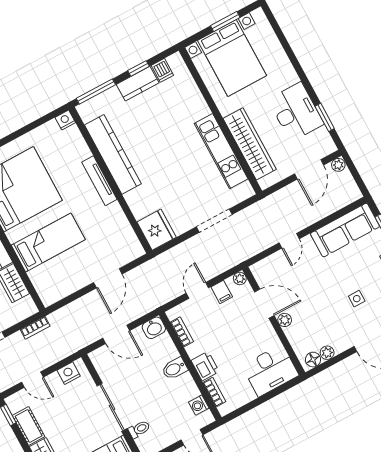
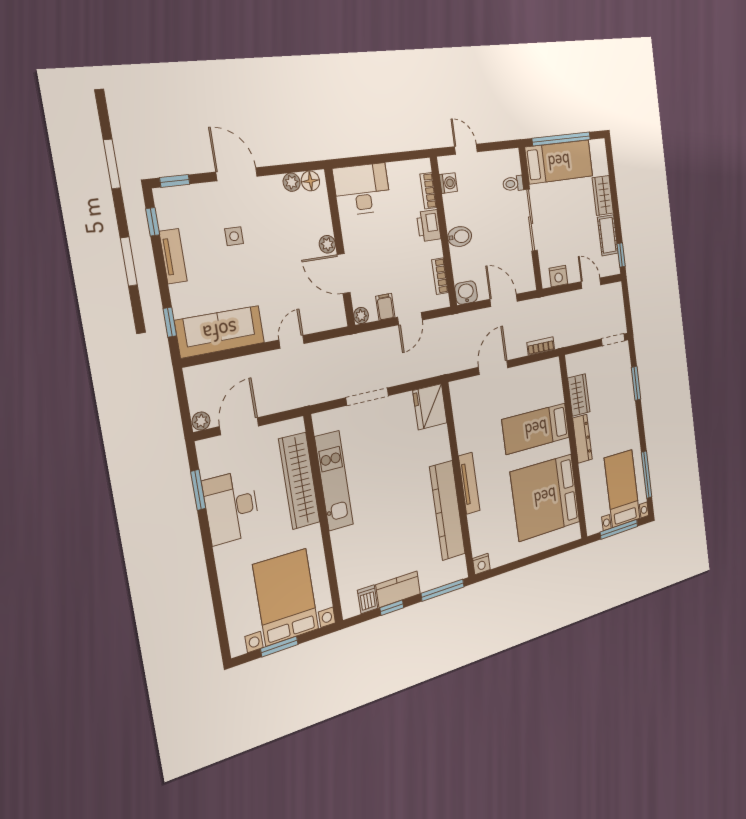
bookcase: (35, 328) -> (541, 346), moved

